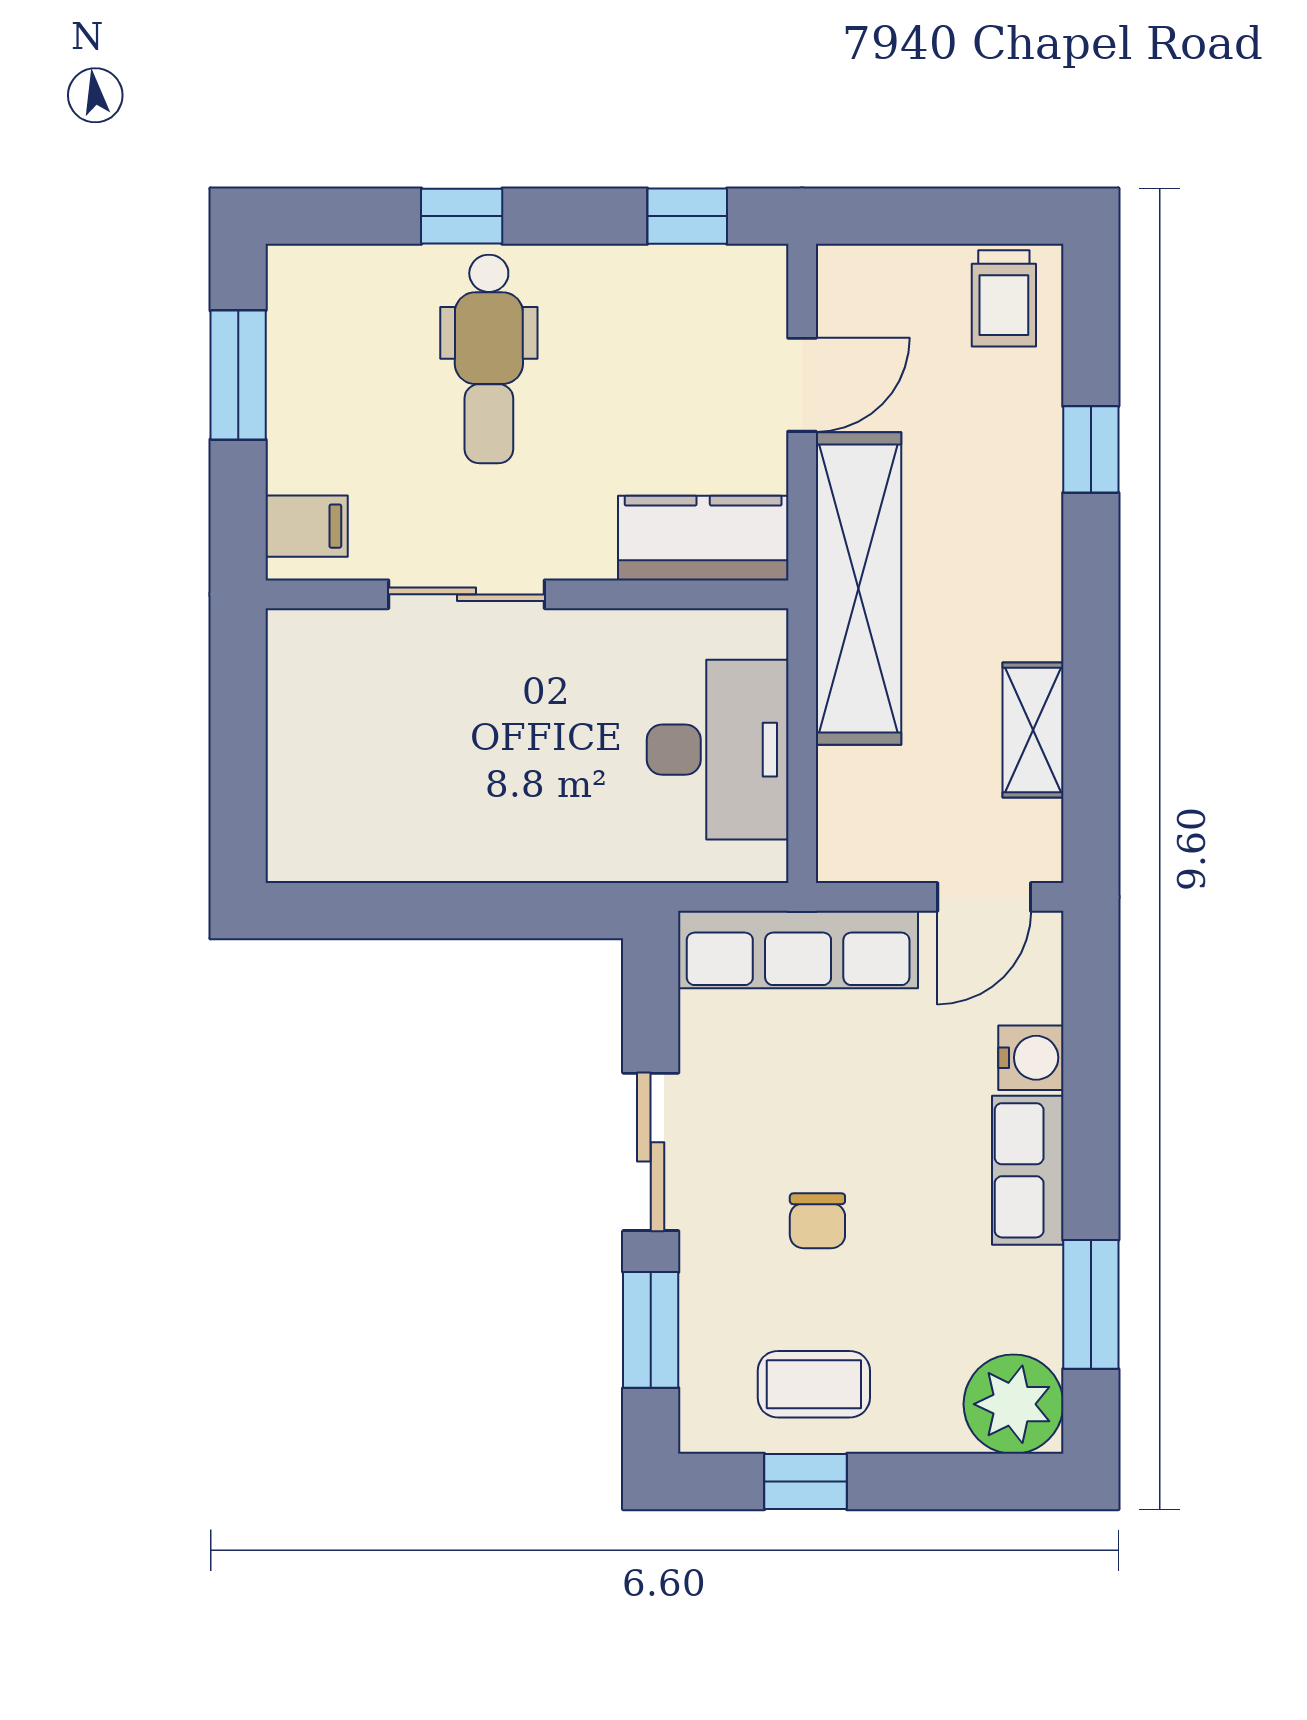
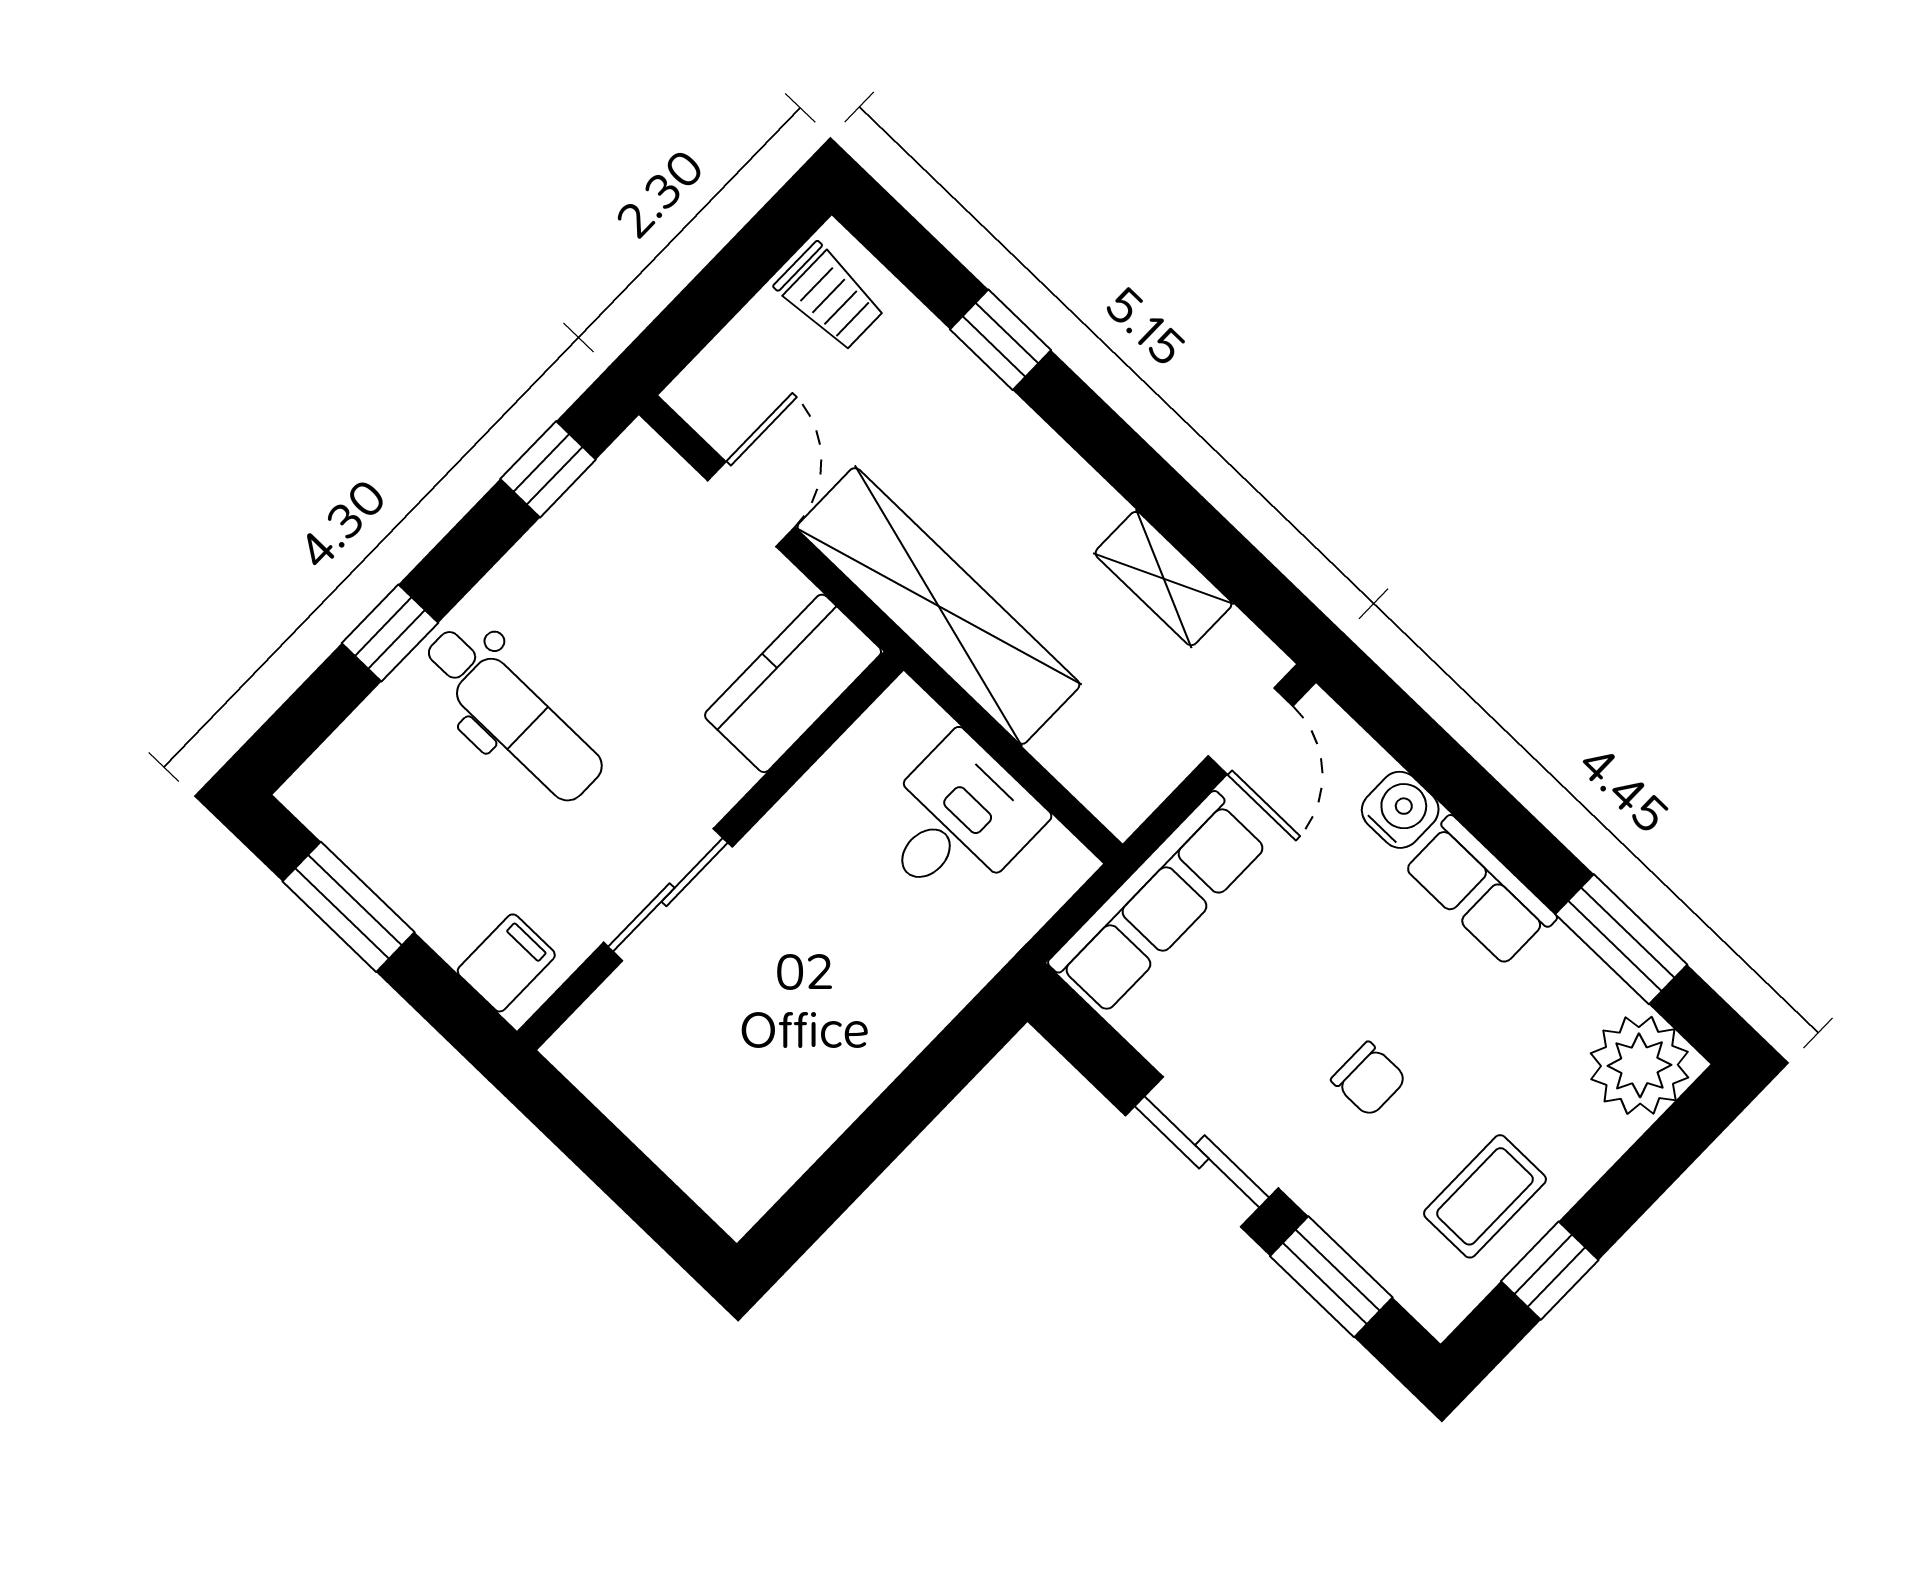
desk: (718, 750) -> (957, 821), width x0.73

